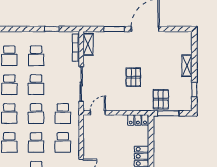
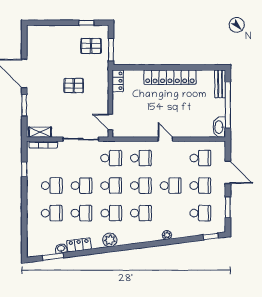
shelving: (187, 66) -> (62, 30), removed
pallet: (161, 99) -> (91, 46), moved

